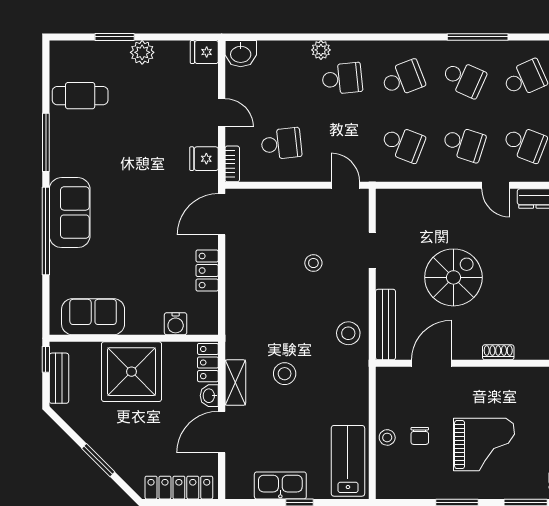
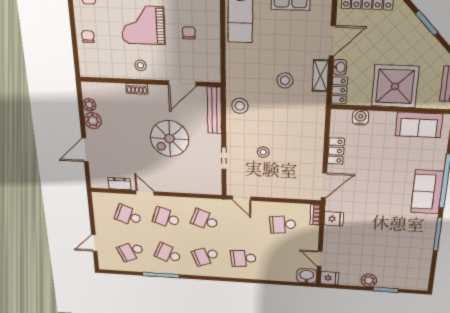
plant: (321, 50) -> (256, 274), removed
cafe table: (80, 96) -> (412, 259), removed
door: (222, 113) -> (320, 259), moved
stool: (387, 437) -> (140, 65), moved

